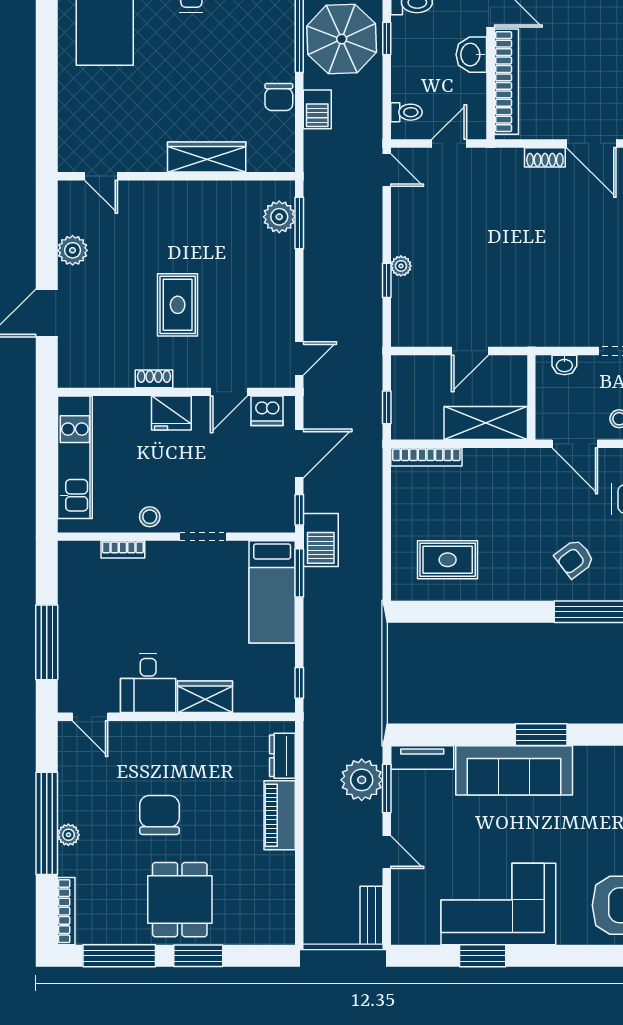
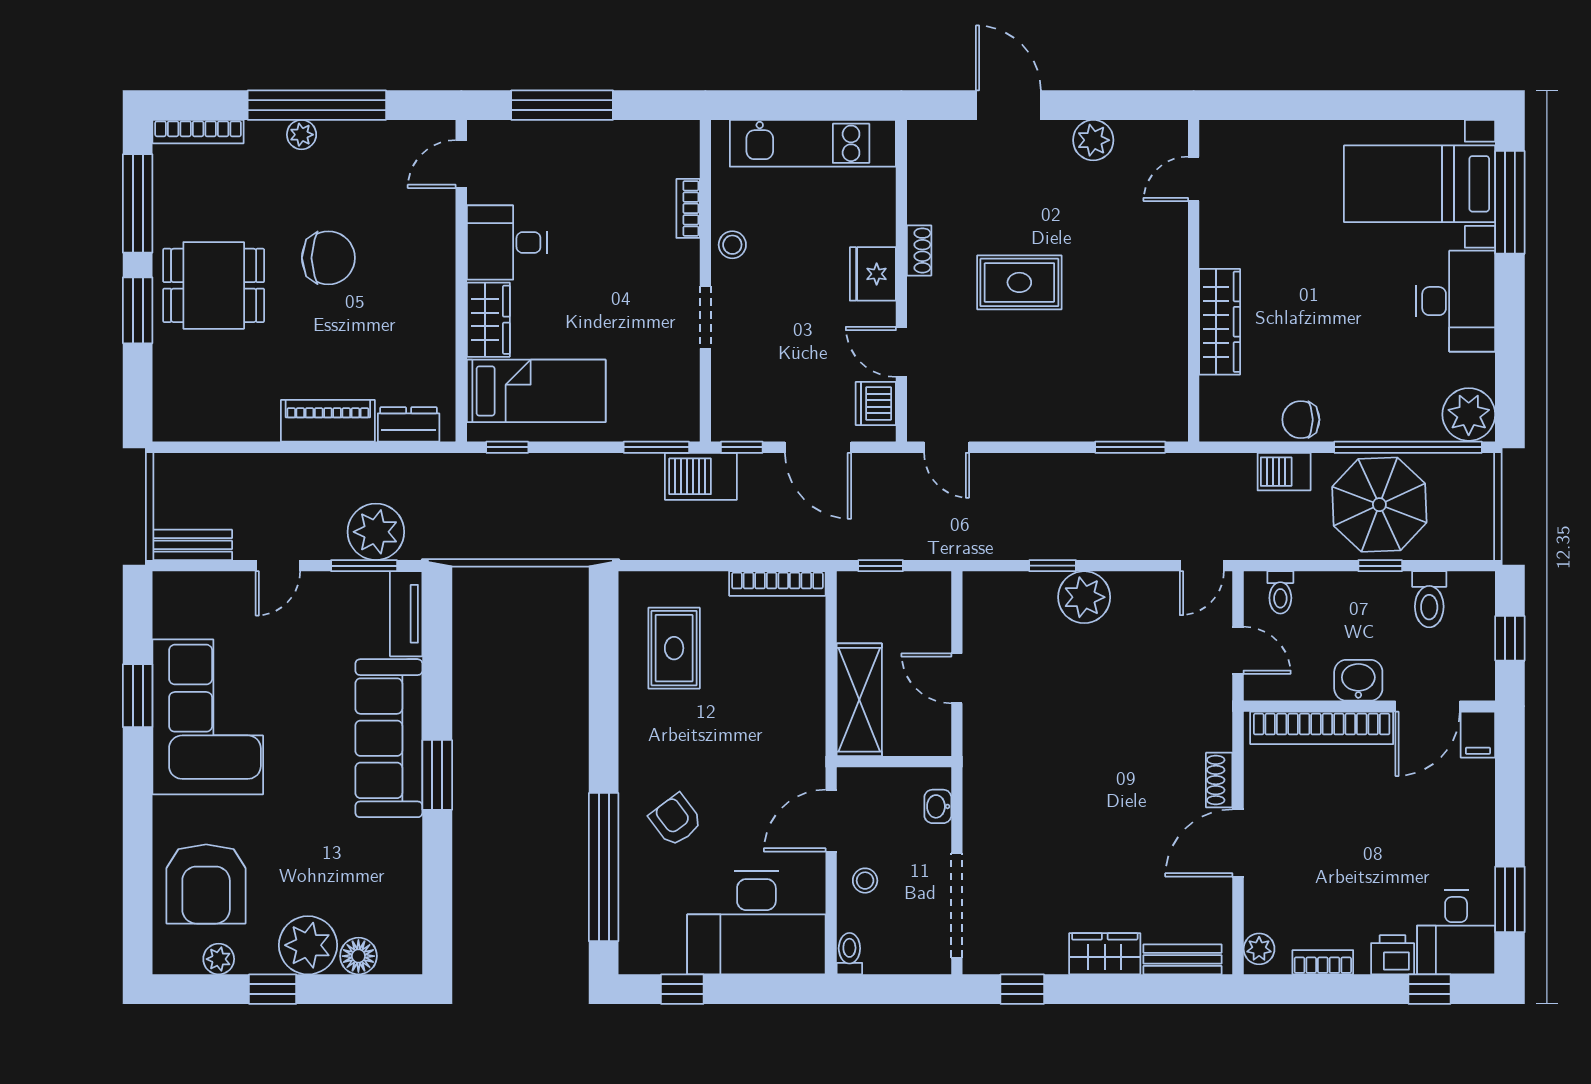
plant: (279, 217) -> (1139, 420), removed
plant: (401, 266) -> (1084, 597), width x1.87, depth x1.87
bookcase: (426, 457) -> (777, 584), moved, turned -90
bed: (272, 592) -> (536, 391), moved, turned 180

